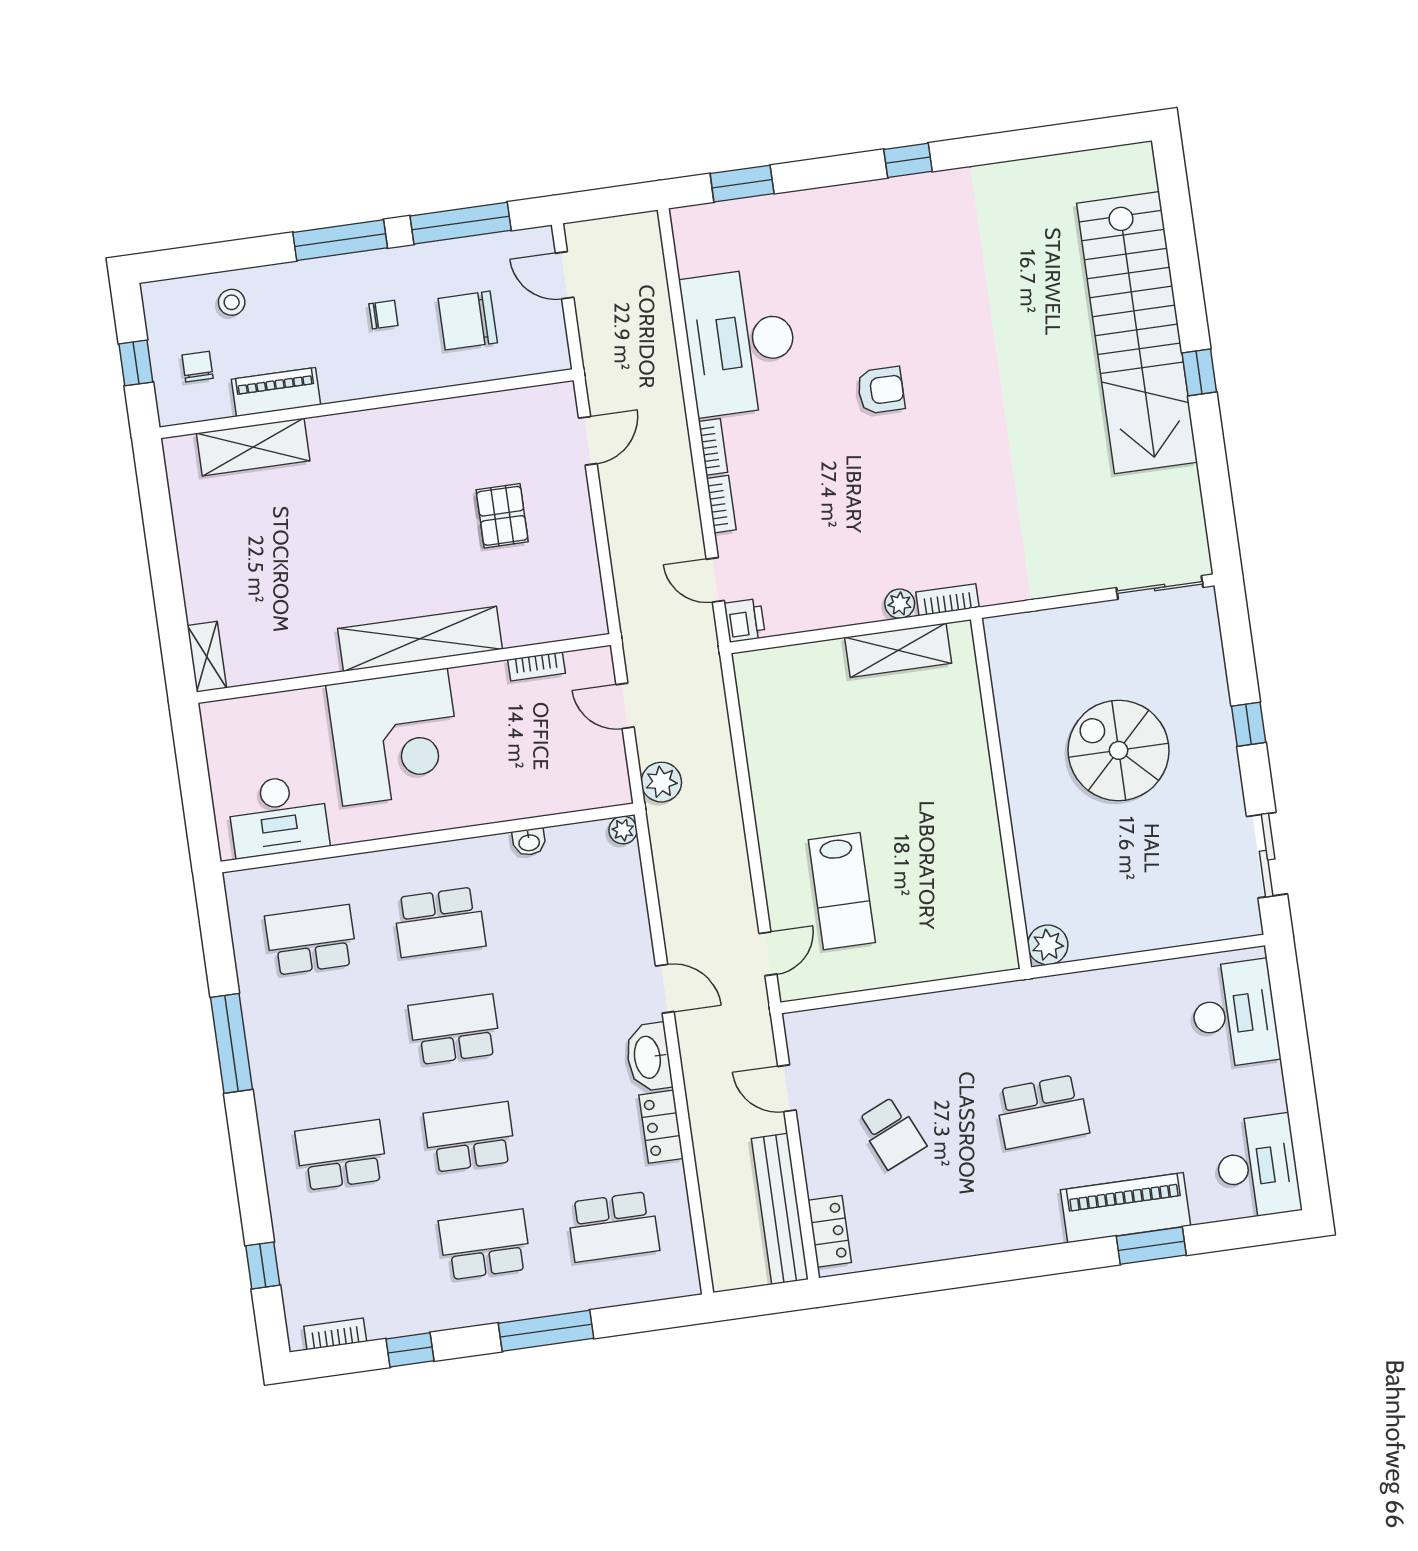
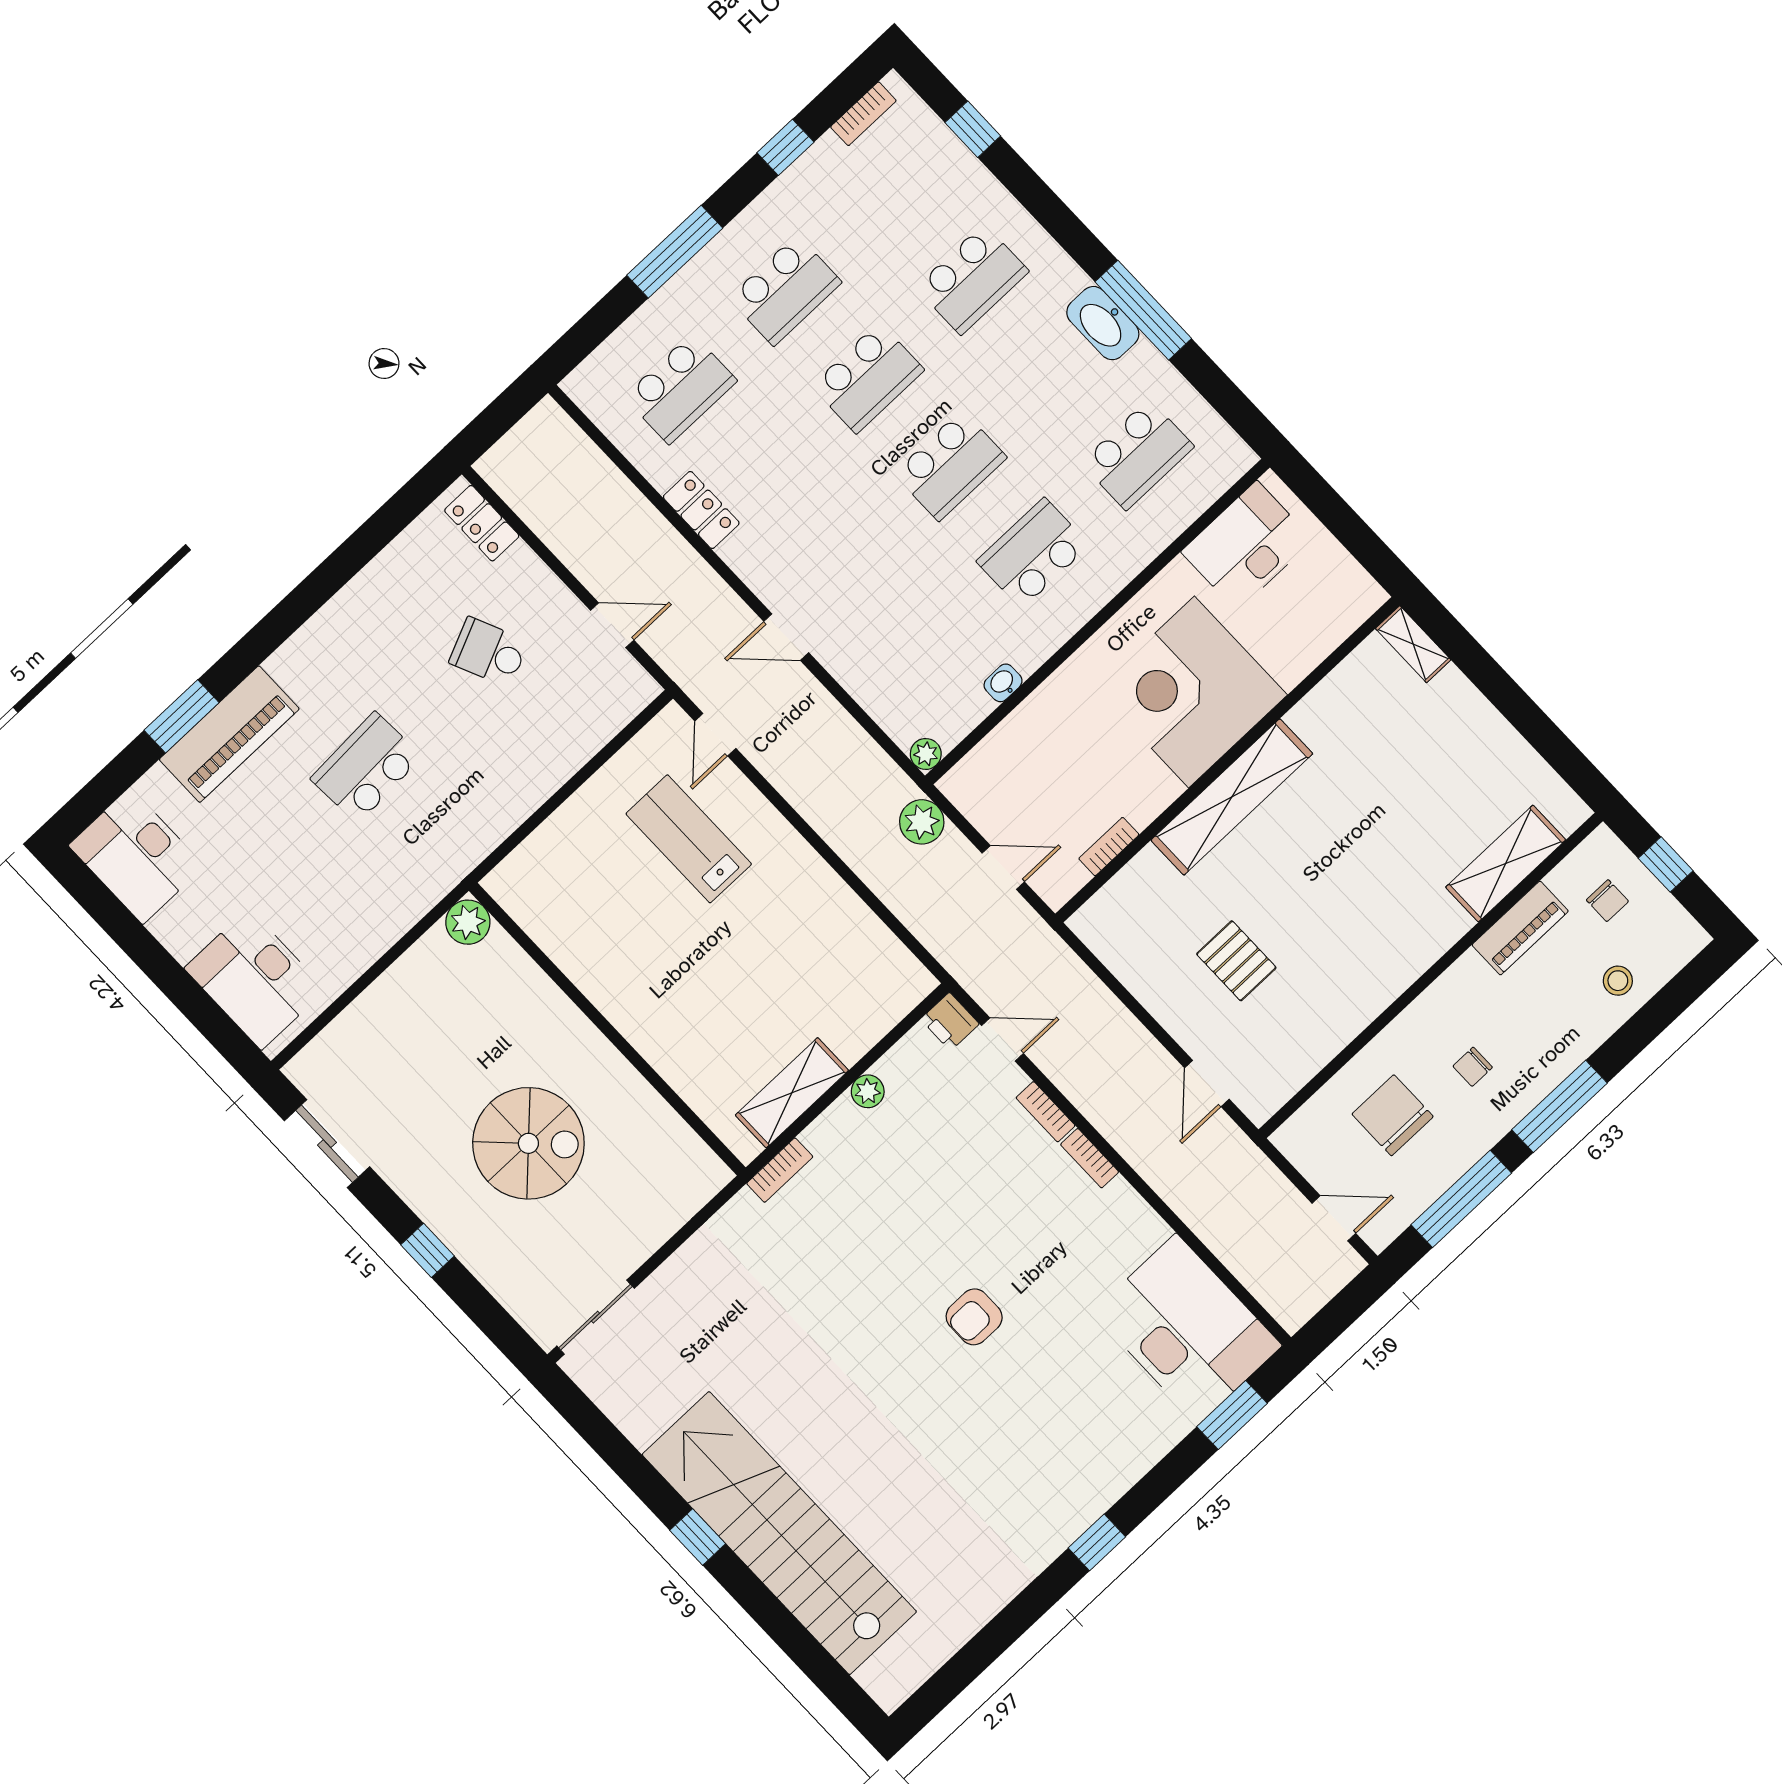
chair: (468, 321) -> (1393, 1115), turned -90
desk: (740, 342) -> (1187, 1329), moved
plant: (900, 604) -> (868, 1091), moved
washbasin: (649, 1057) -> (1103, 323), moved, turned 180
bench: (780, 1209) -> (541, 512), removed
school desk: (613, 1227) -> (681, 389), turned 180

